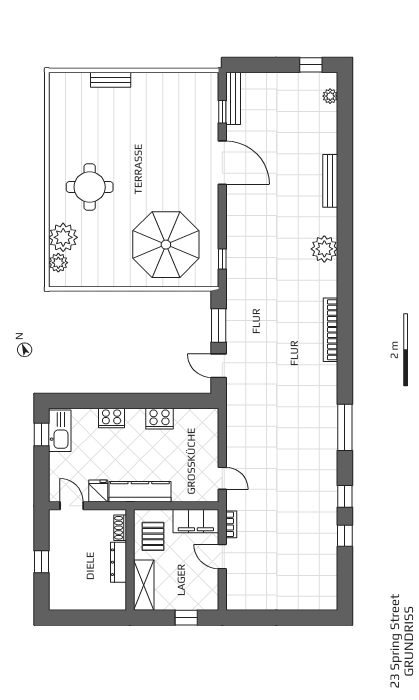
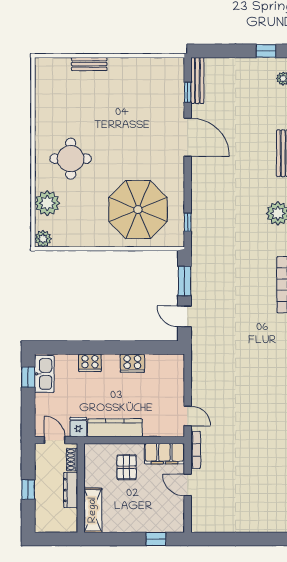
plant: (58, 263) -> (43, 239), moved
bookcase: (231, 524) -> (196, 450), width x1.56
shoe rack: (120, 528) -> (72, 460), moved
wall: (130, 560) -> (81, 488), moved
dresser: (119, 562) -> (71, 490), moved
shelving: (144, 585) -> (93, 510), moved

